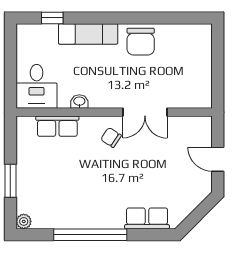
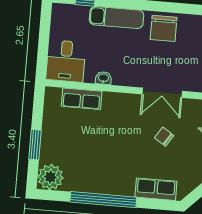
chair: (111, 137) -> (164, 137), moved
plant: (24, 221) -> (50, 177), width x1.87, depth x1.87

